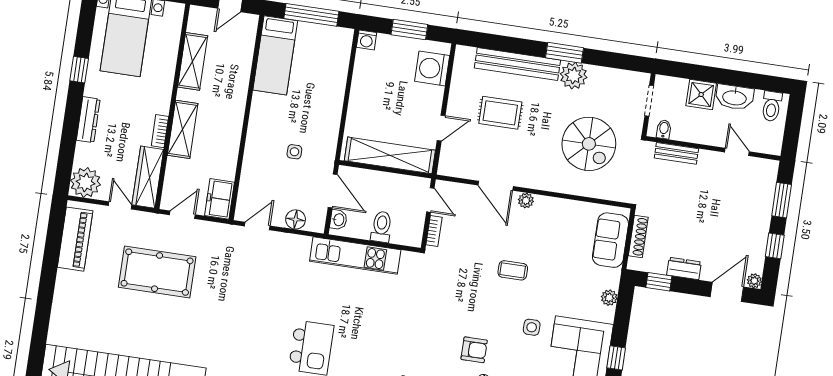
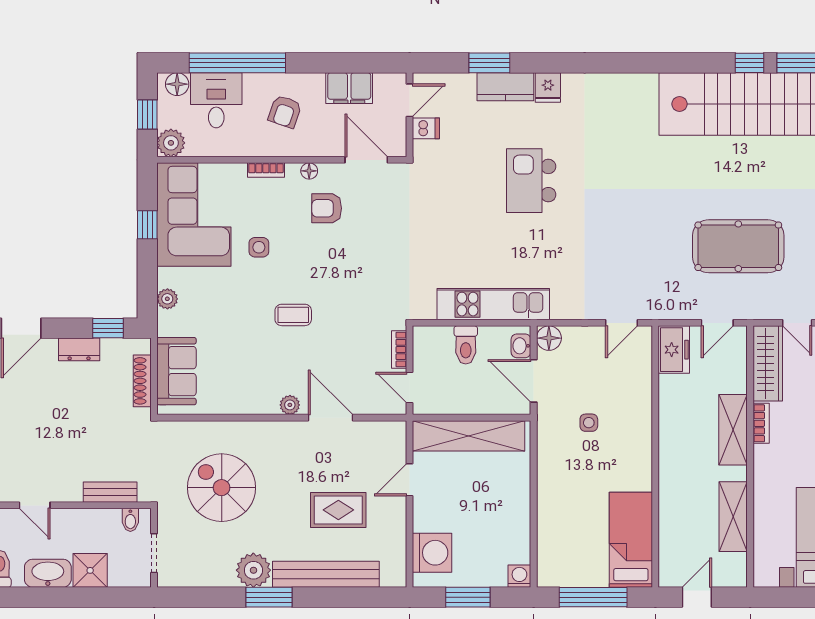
floor lamp: (296, 219) -> (549, 338), moved

